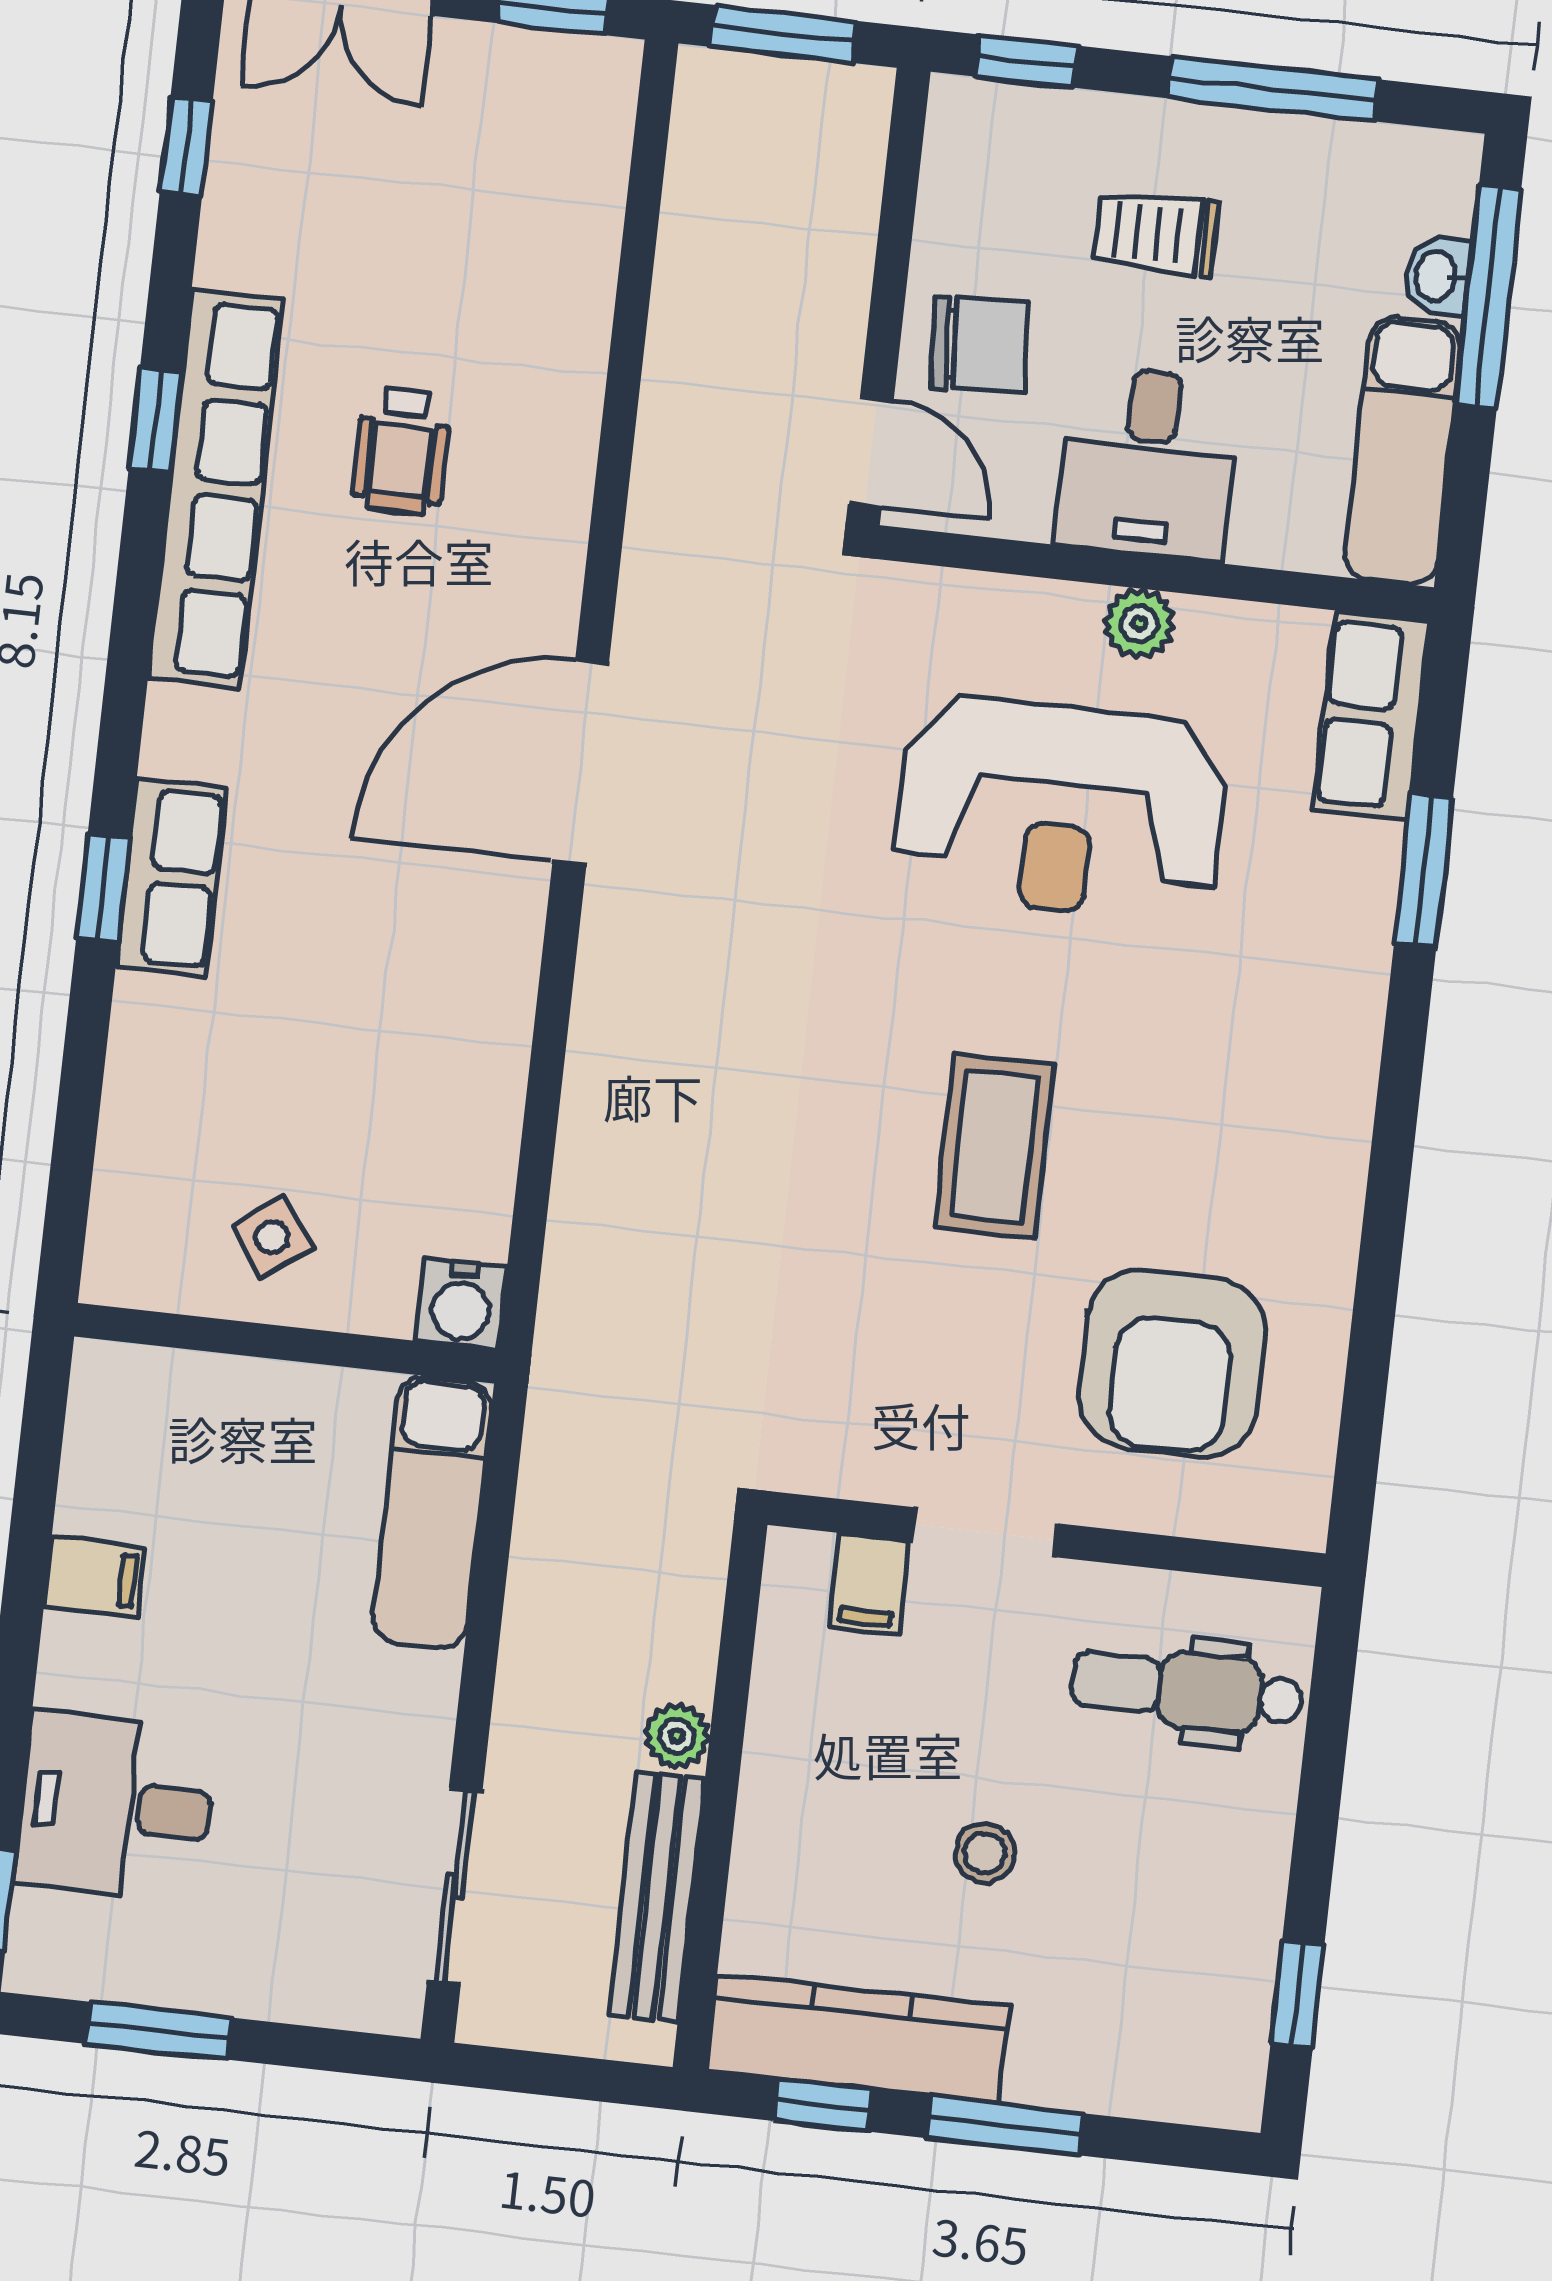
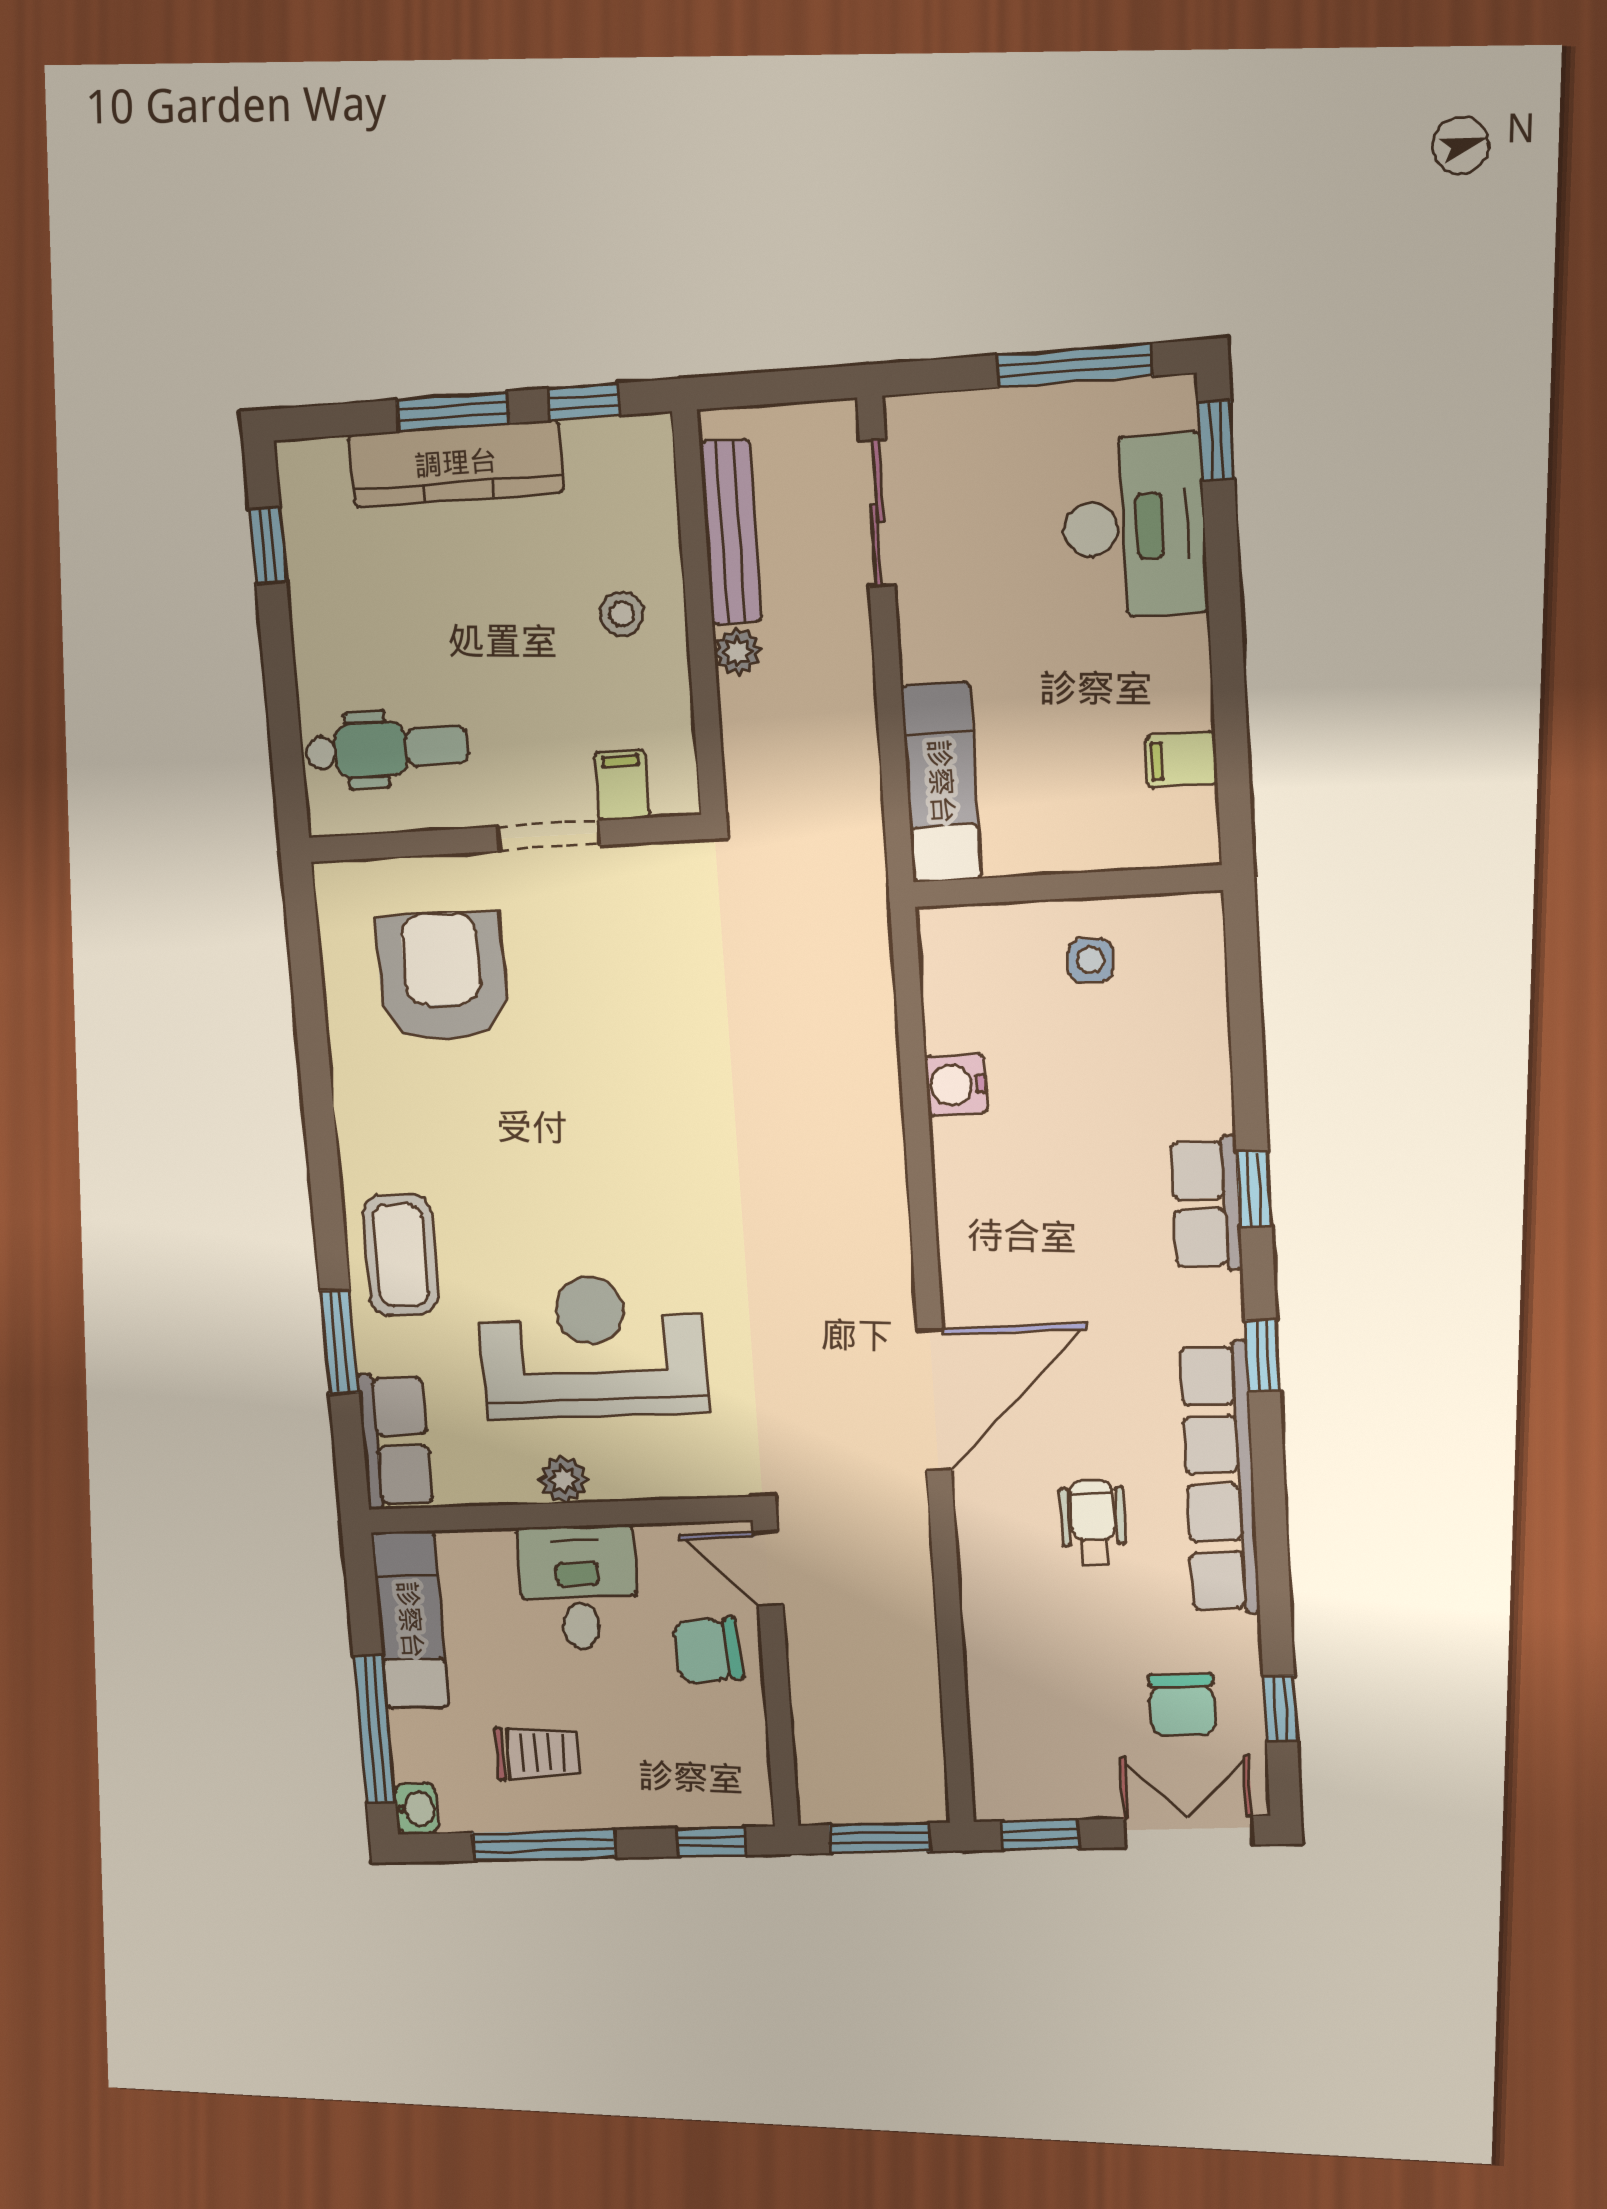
chair: (322, 171) -> (1182, 1705), added
trolley: (1156, 233) -> (537, 1753), moved
washbasin: (1437, 276) -> (417, 1809), moved
window: (156, 420) -> (1262, 1356), moved
door: (581, 762) -> (934, 1400), moved
coffee table: (994, 1146) -> (401, 1255), moved
side table: (272, 1237) -> (1091, 960), turned 37
water cooler: (461, 1304) -> (956, 1085), moved, turned -90
filing cabinet: (95, 1577) -> (1181, 760), moved
desk: (116, 1806) -> (1134, 527), width x1.37
stool: (984, 1853) -> (622, 614), moved
window: (159, 2031) -> (1075, 365), width x1.44
kitchen counter: (858, 2039) -> (456, 463), moved

